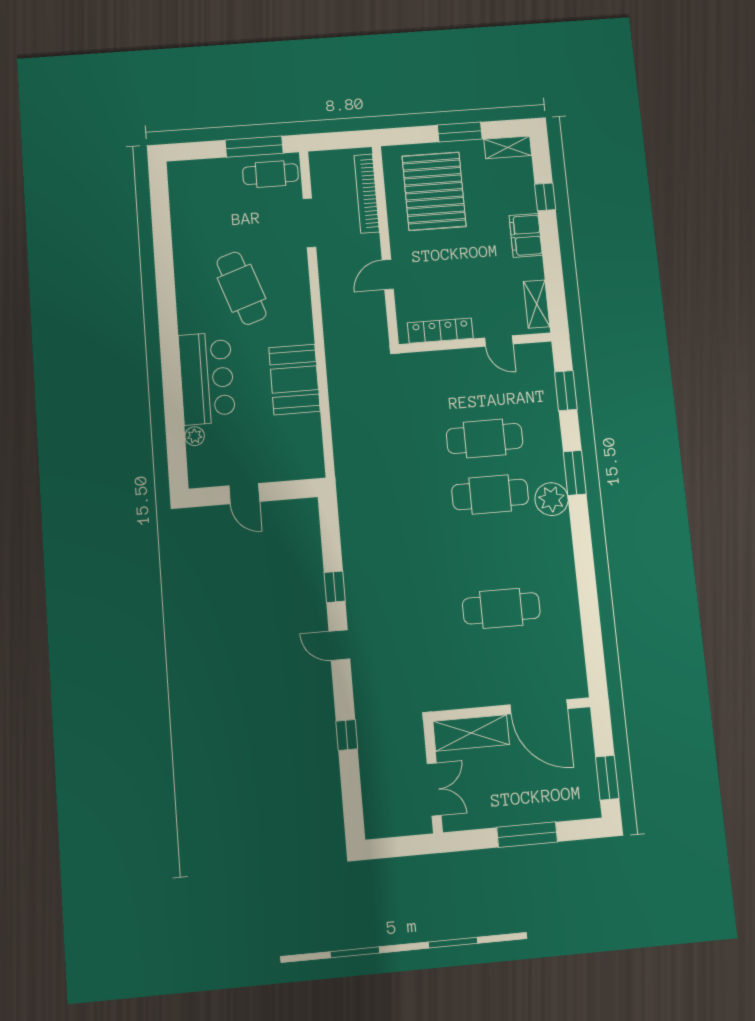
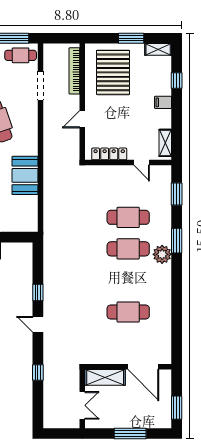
filing cabinet: (526, 235) -> (163, 102), width x0.50

